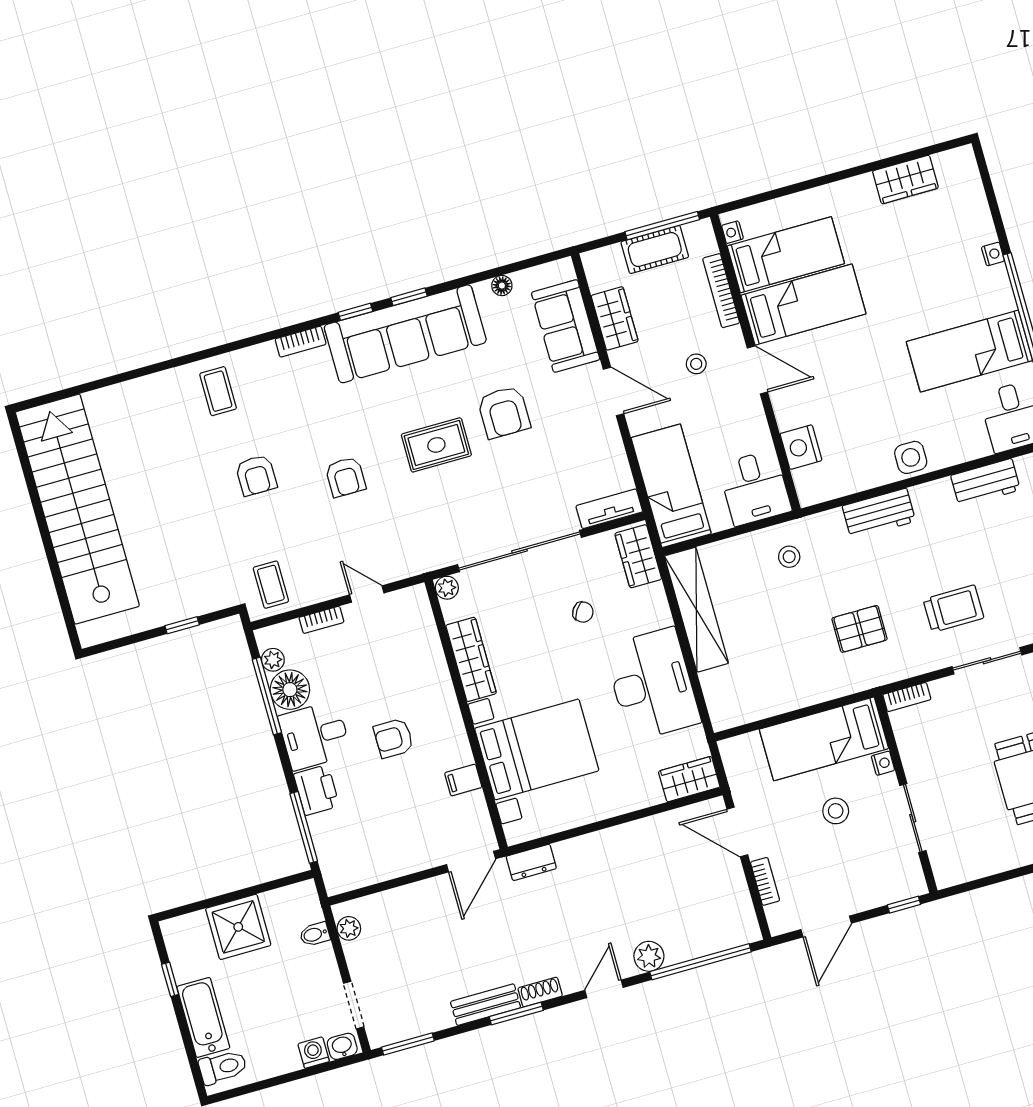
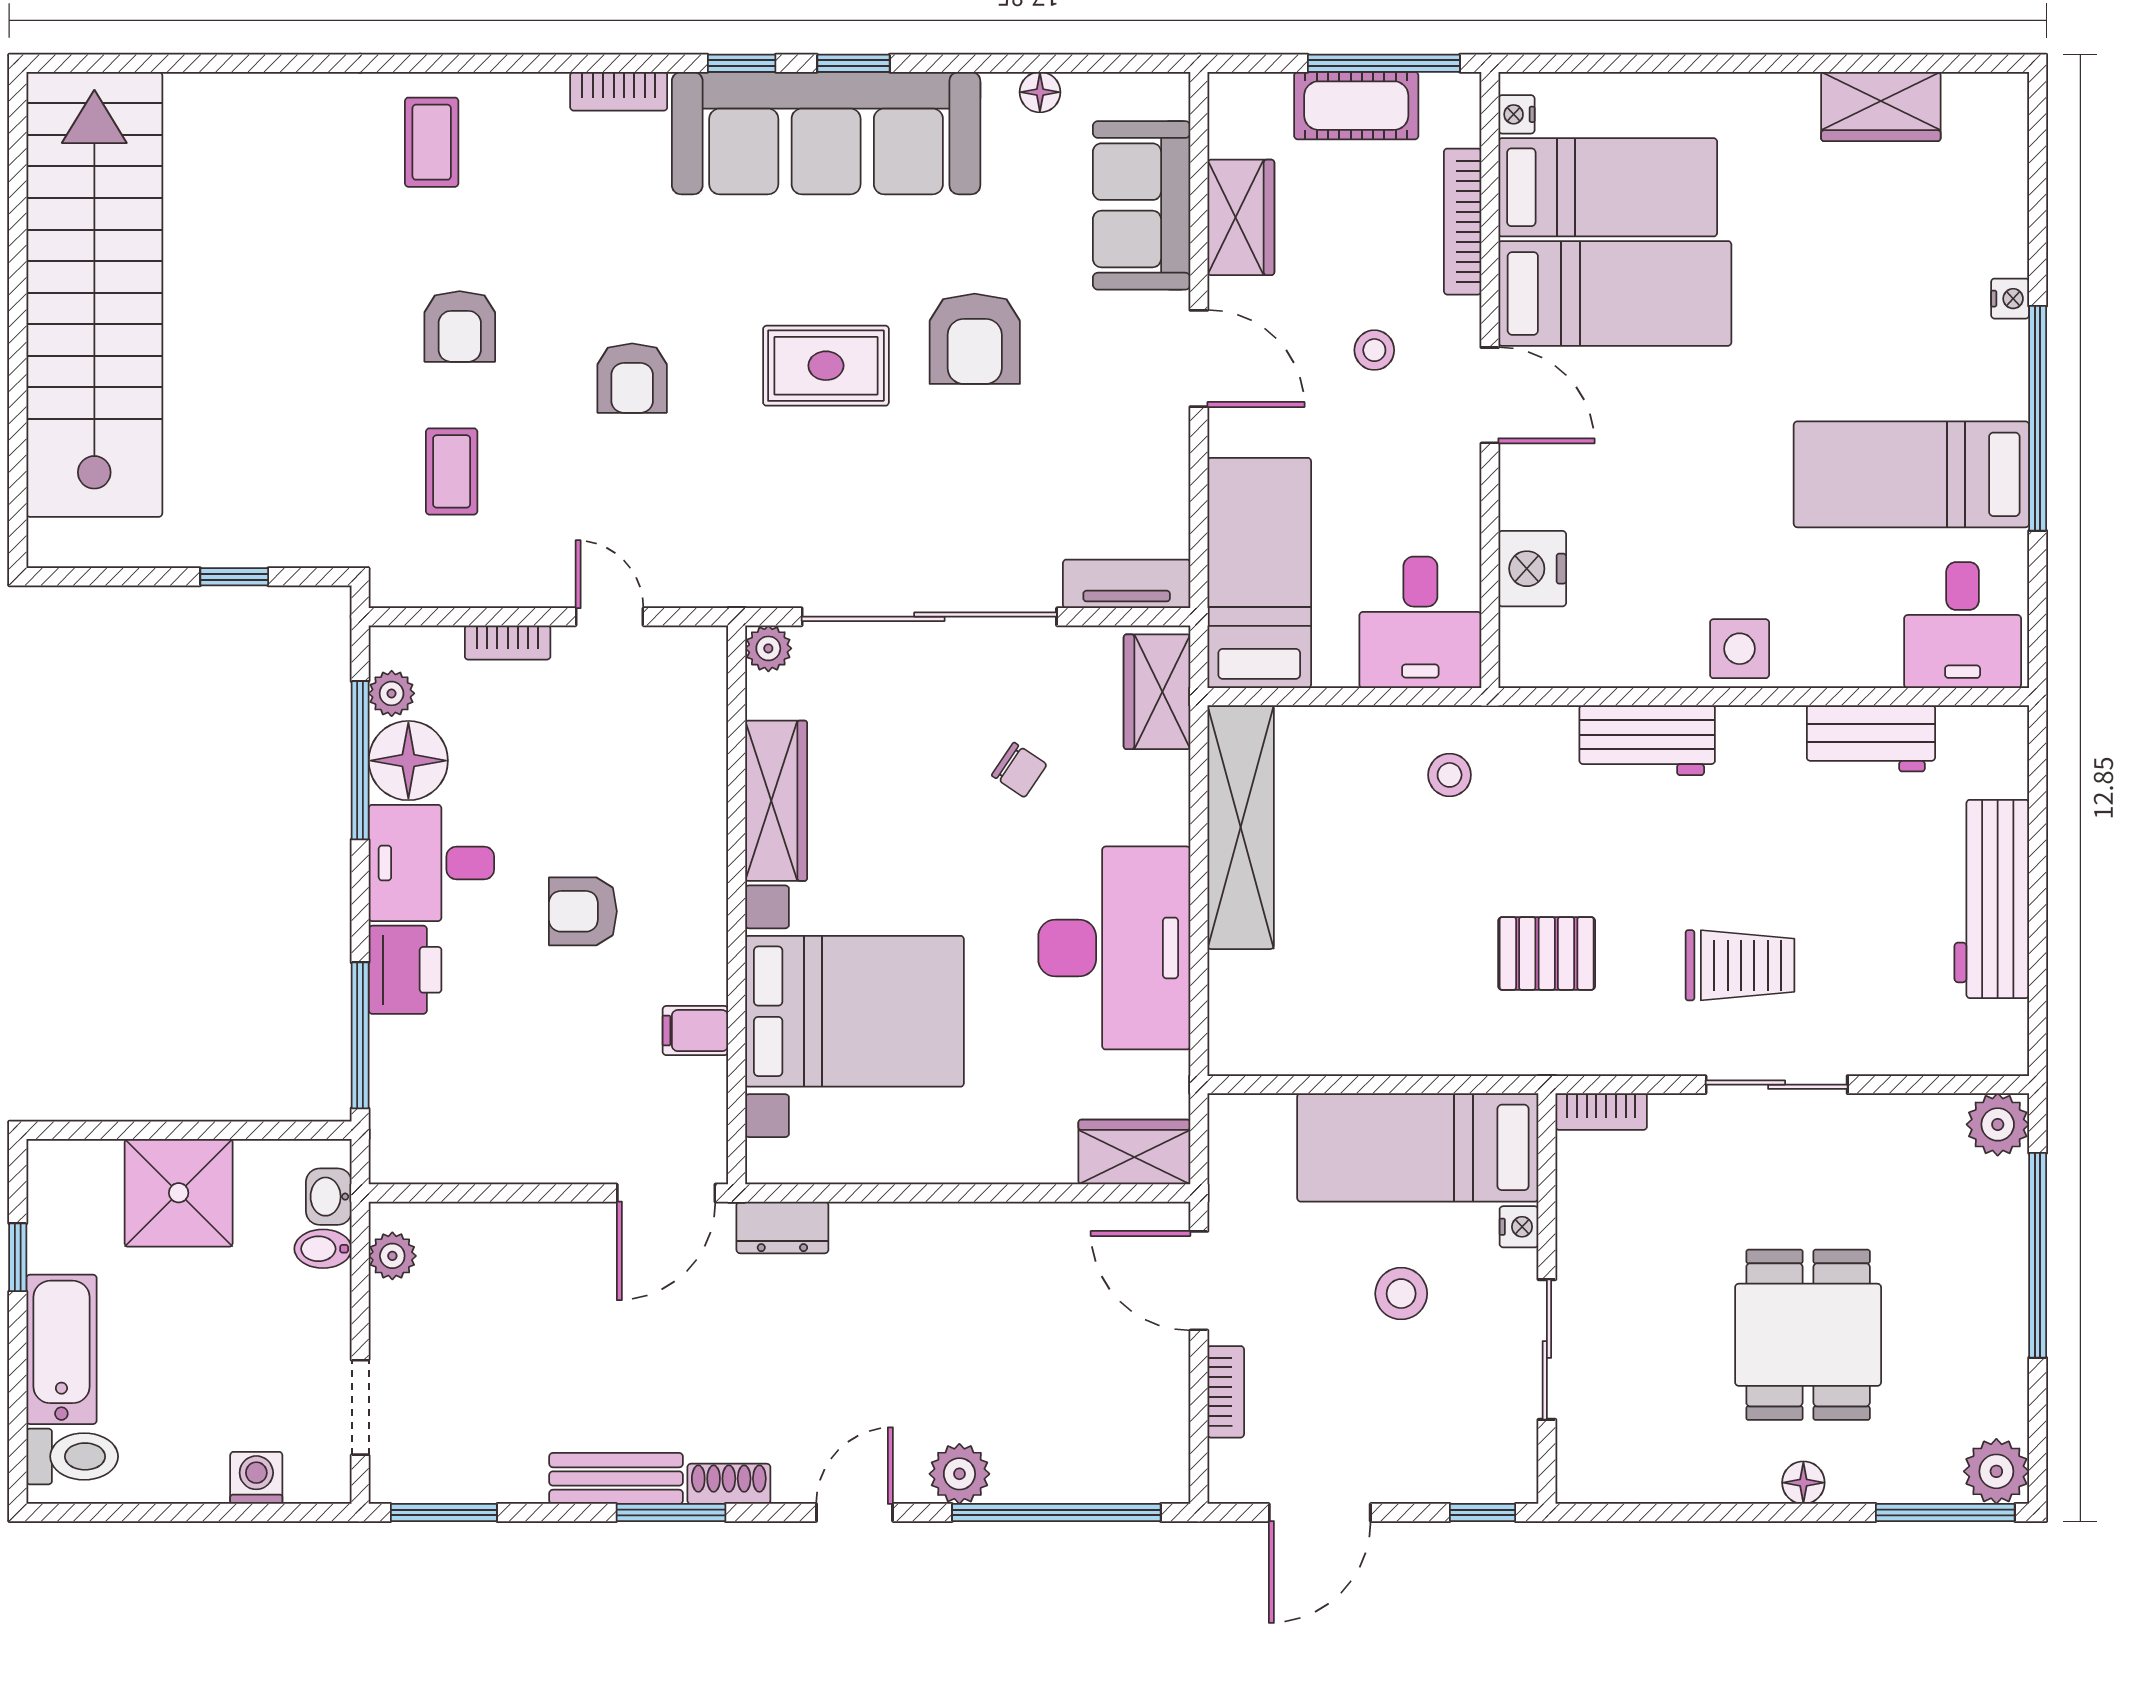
coffee table: (271, 585) -> (452, 471), moved
washbasin: (342, 1046) -> (329, 1197), moved, turned -90

